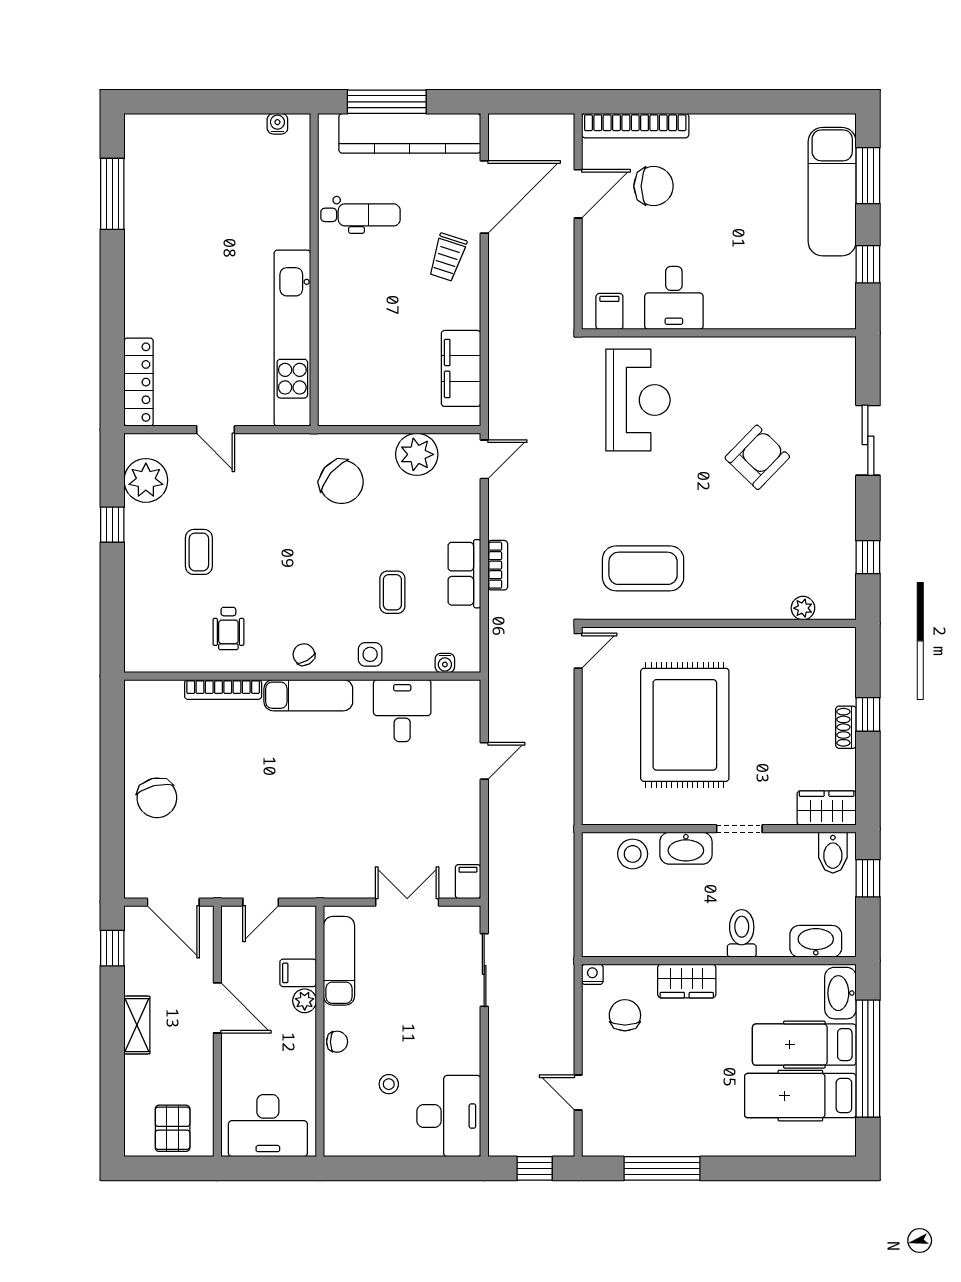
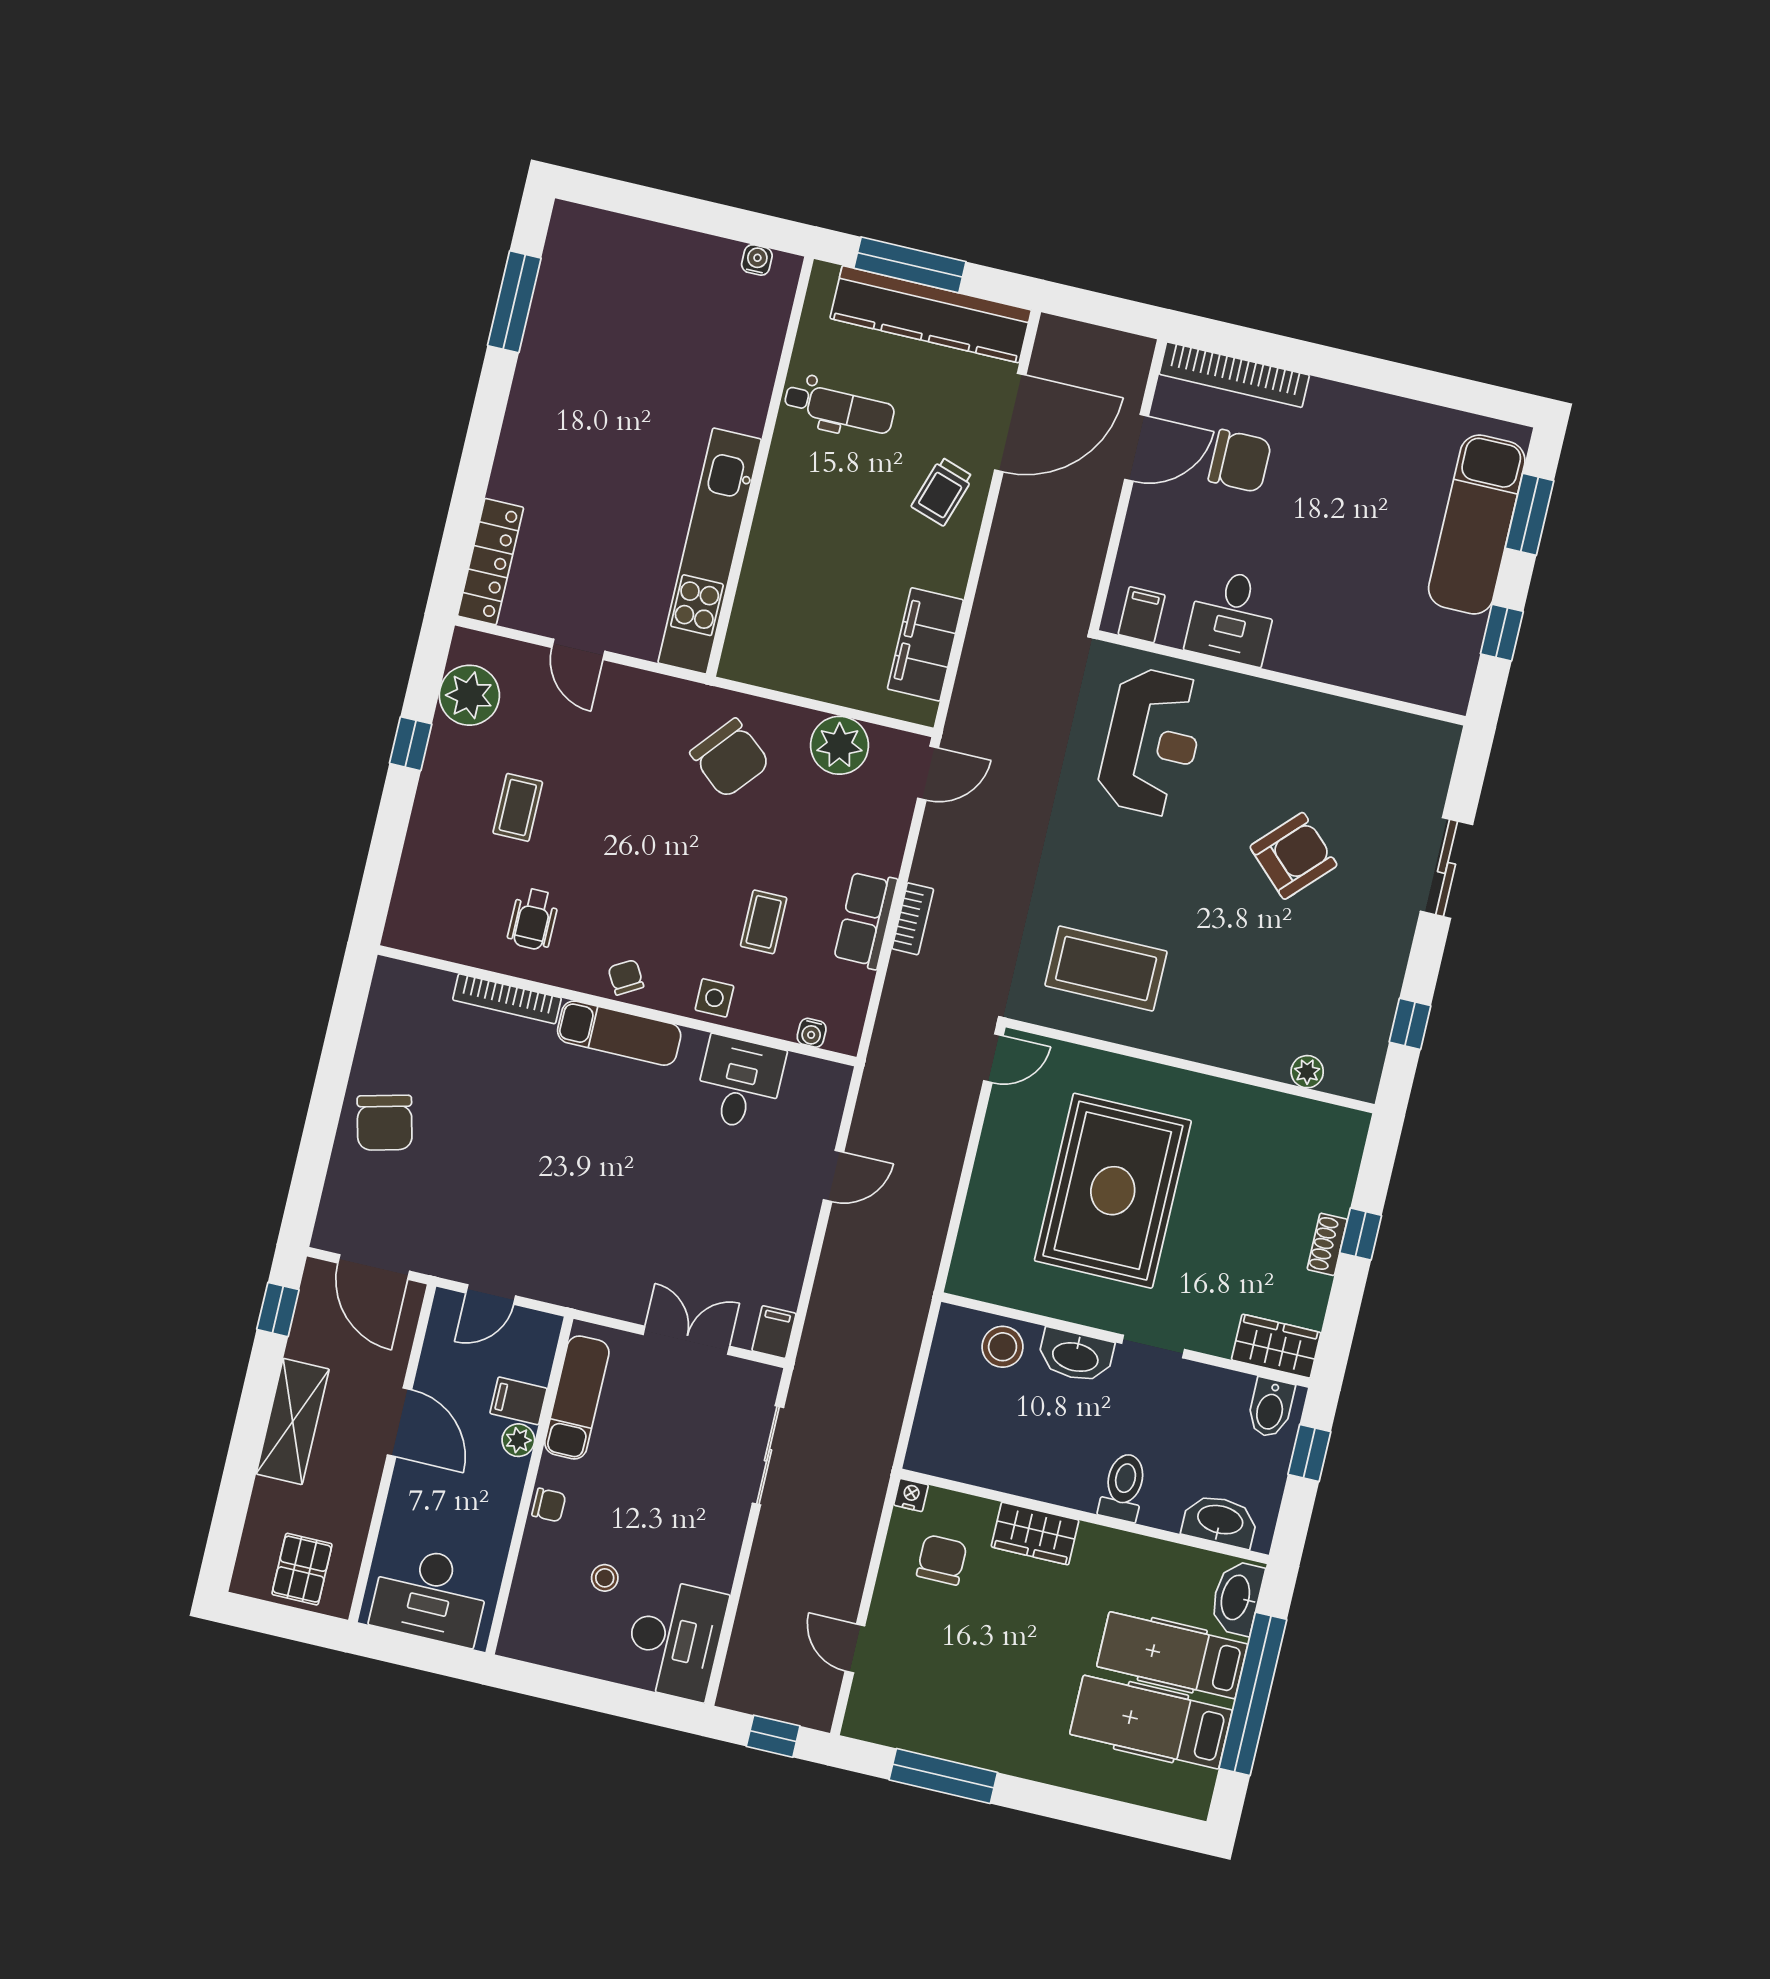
shelving: (137, 1025) -> (293, 1421), width x1.50, depth x1.33

